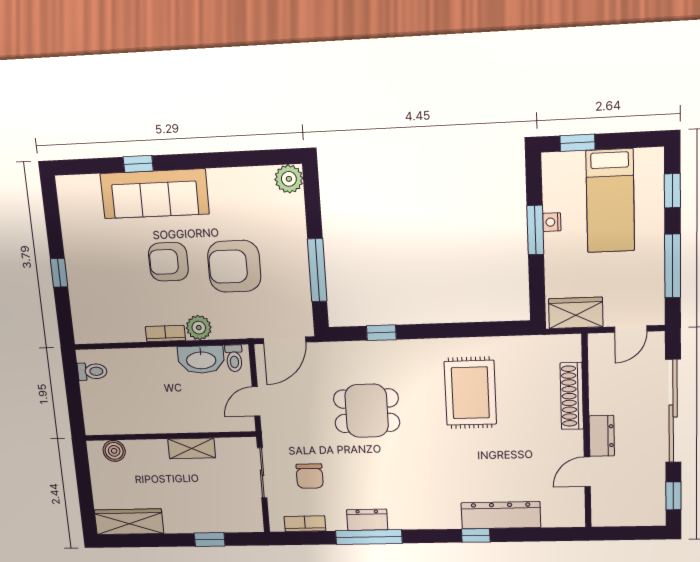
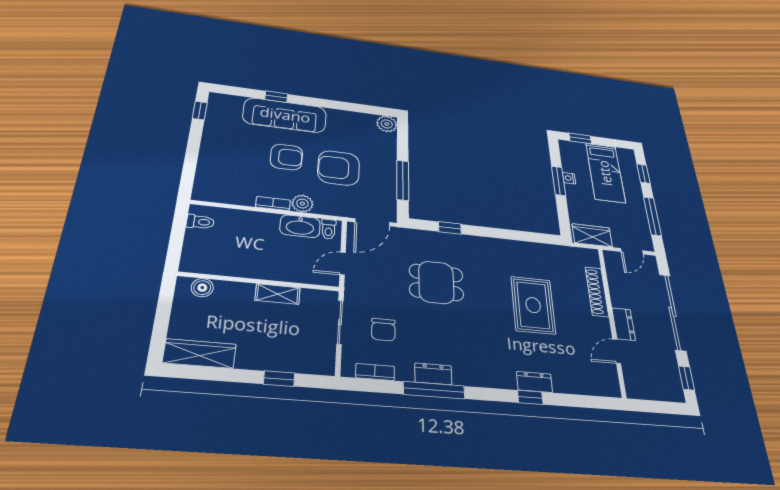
armchair: (168, 262) -> (286, 157), turned 180
window: (59, 273) -> (200, 110), moved
rug: (470, 393) -> (533, 305), moved
dresser: (501, 515) -> (535, 382), width x0.51, depth x0.80

